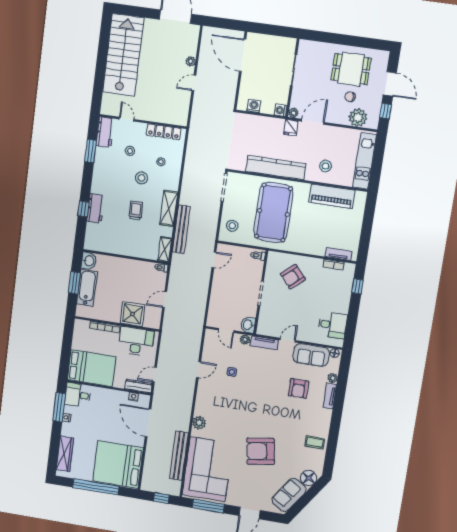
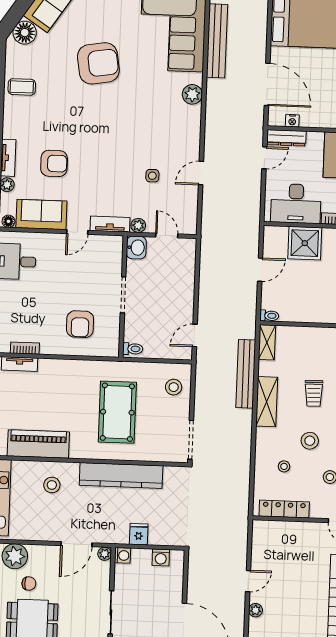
fridge: (291, 128) -> (139, 534), moved
pool table: (273, 213) -> (117, 412), width x0.73, depth x0.76
armchair: (293, 277) -> (80, 324), turned 131
armchair: (298, 388) -> (54, 163), turned 90

